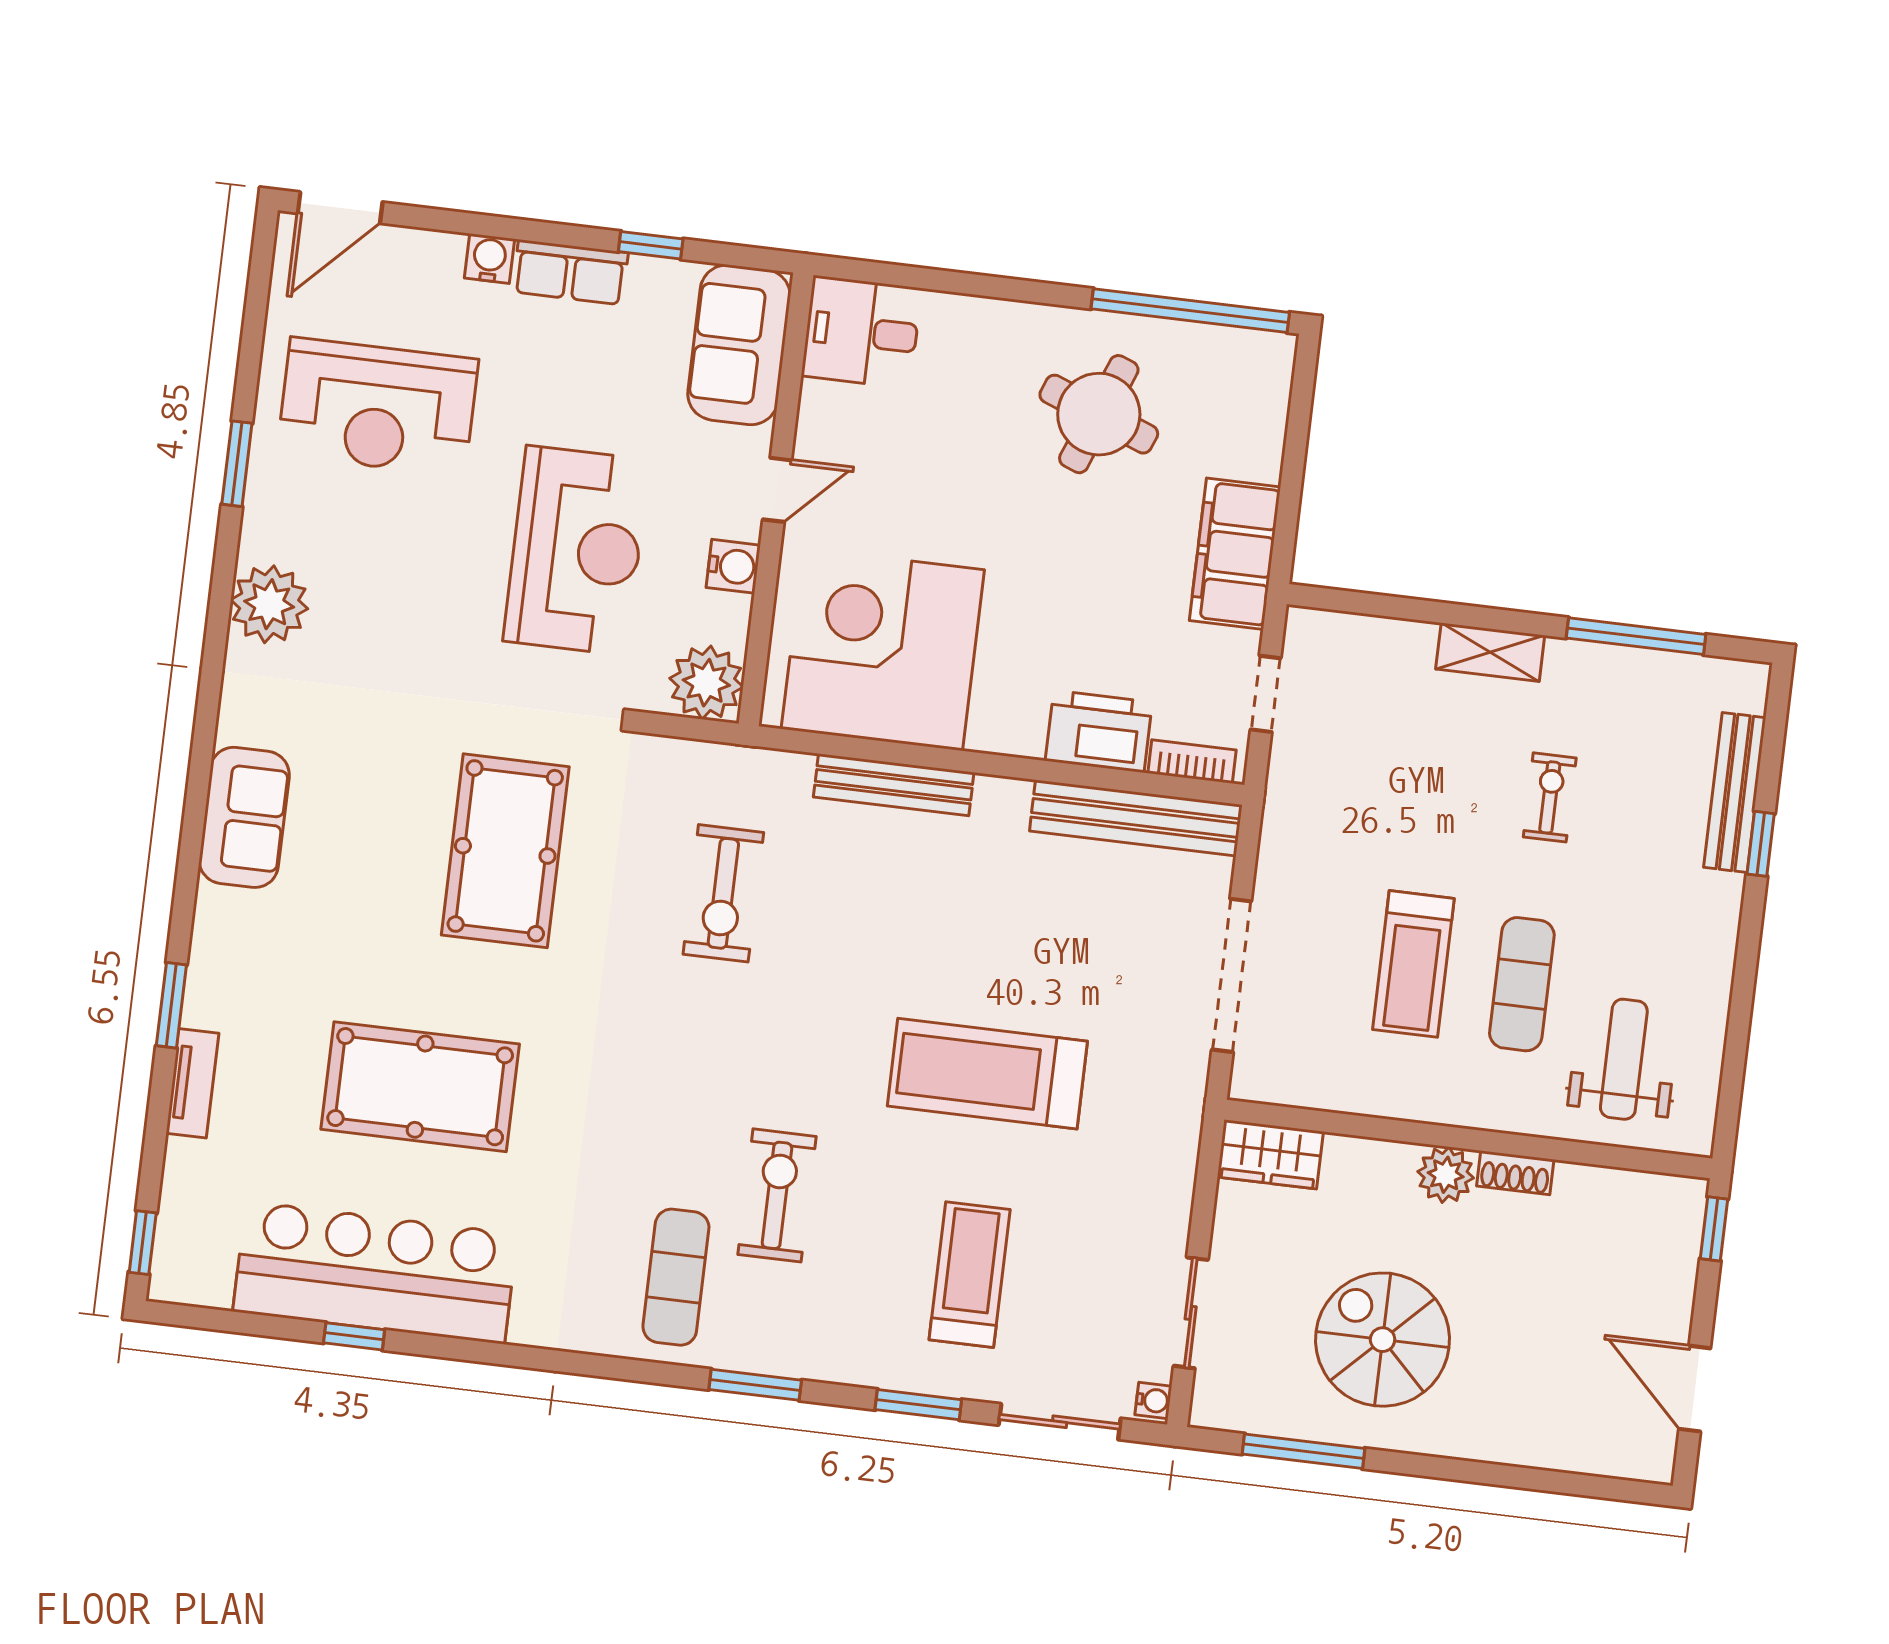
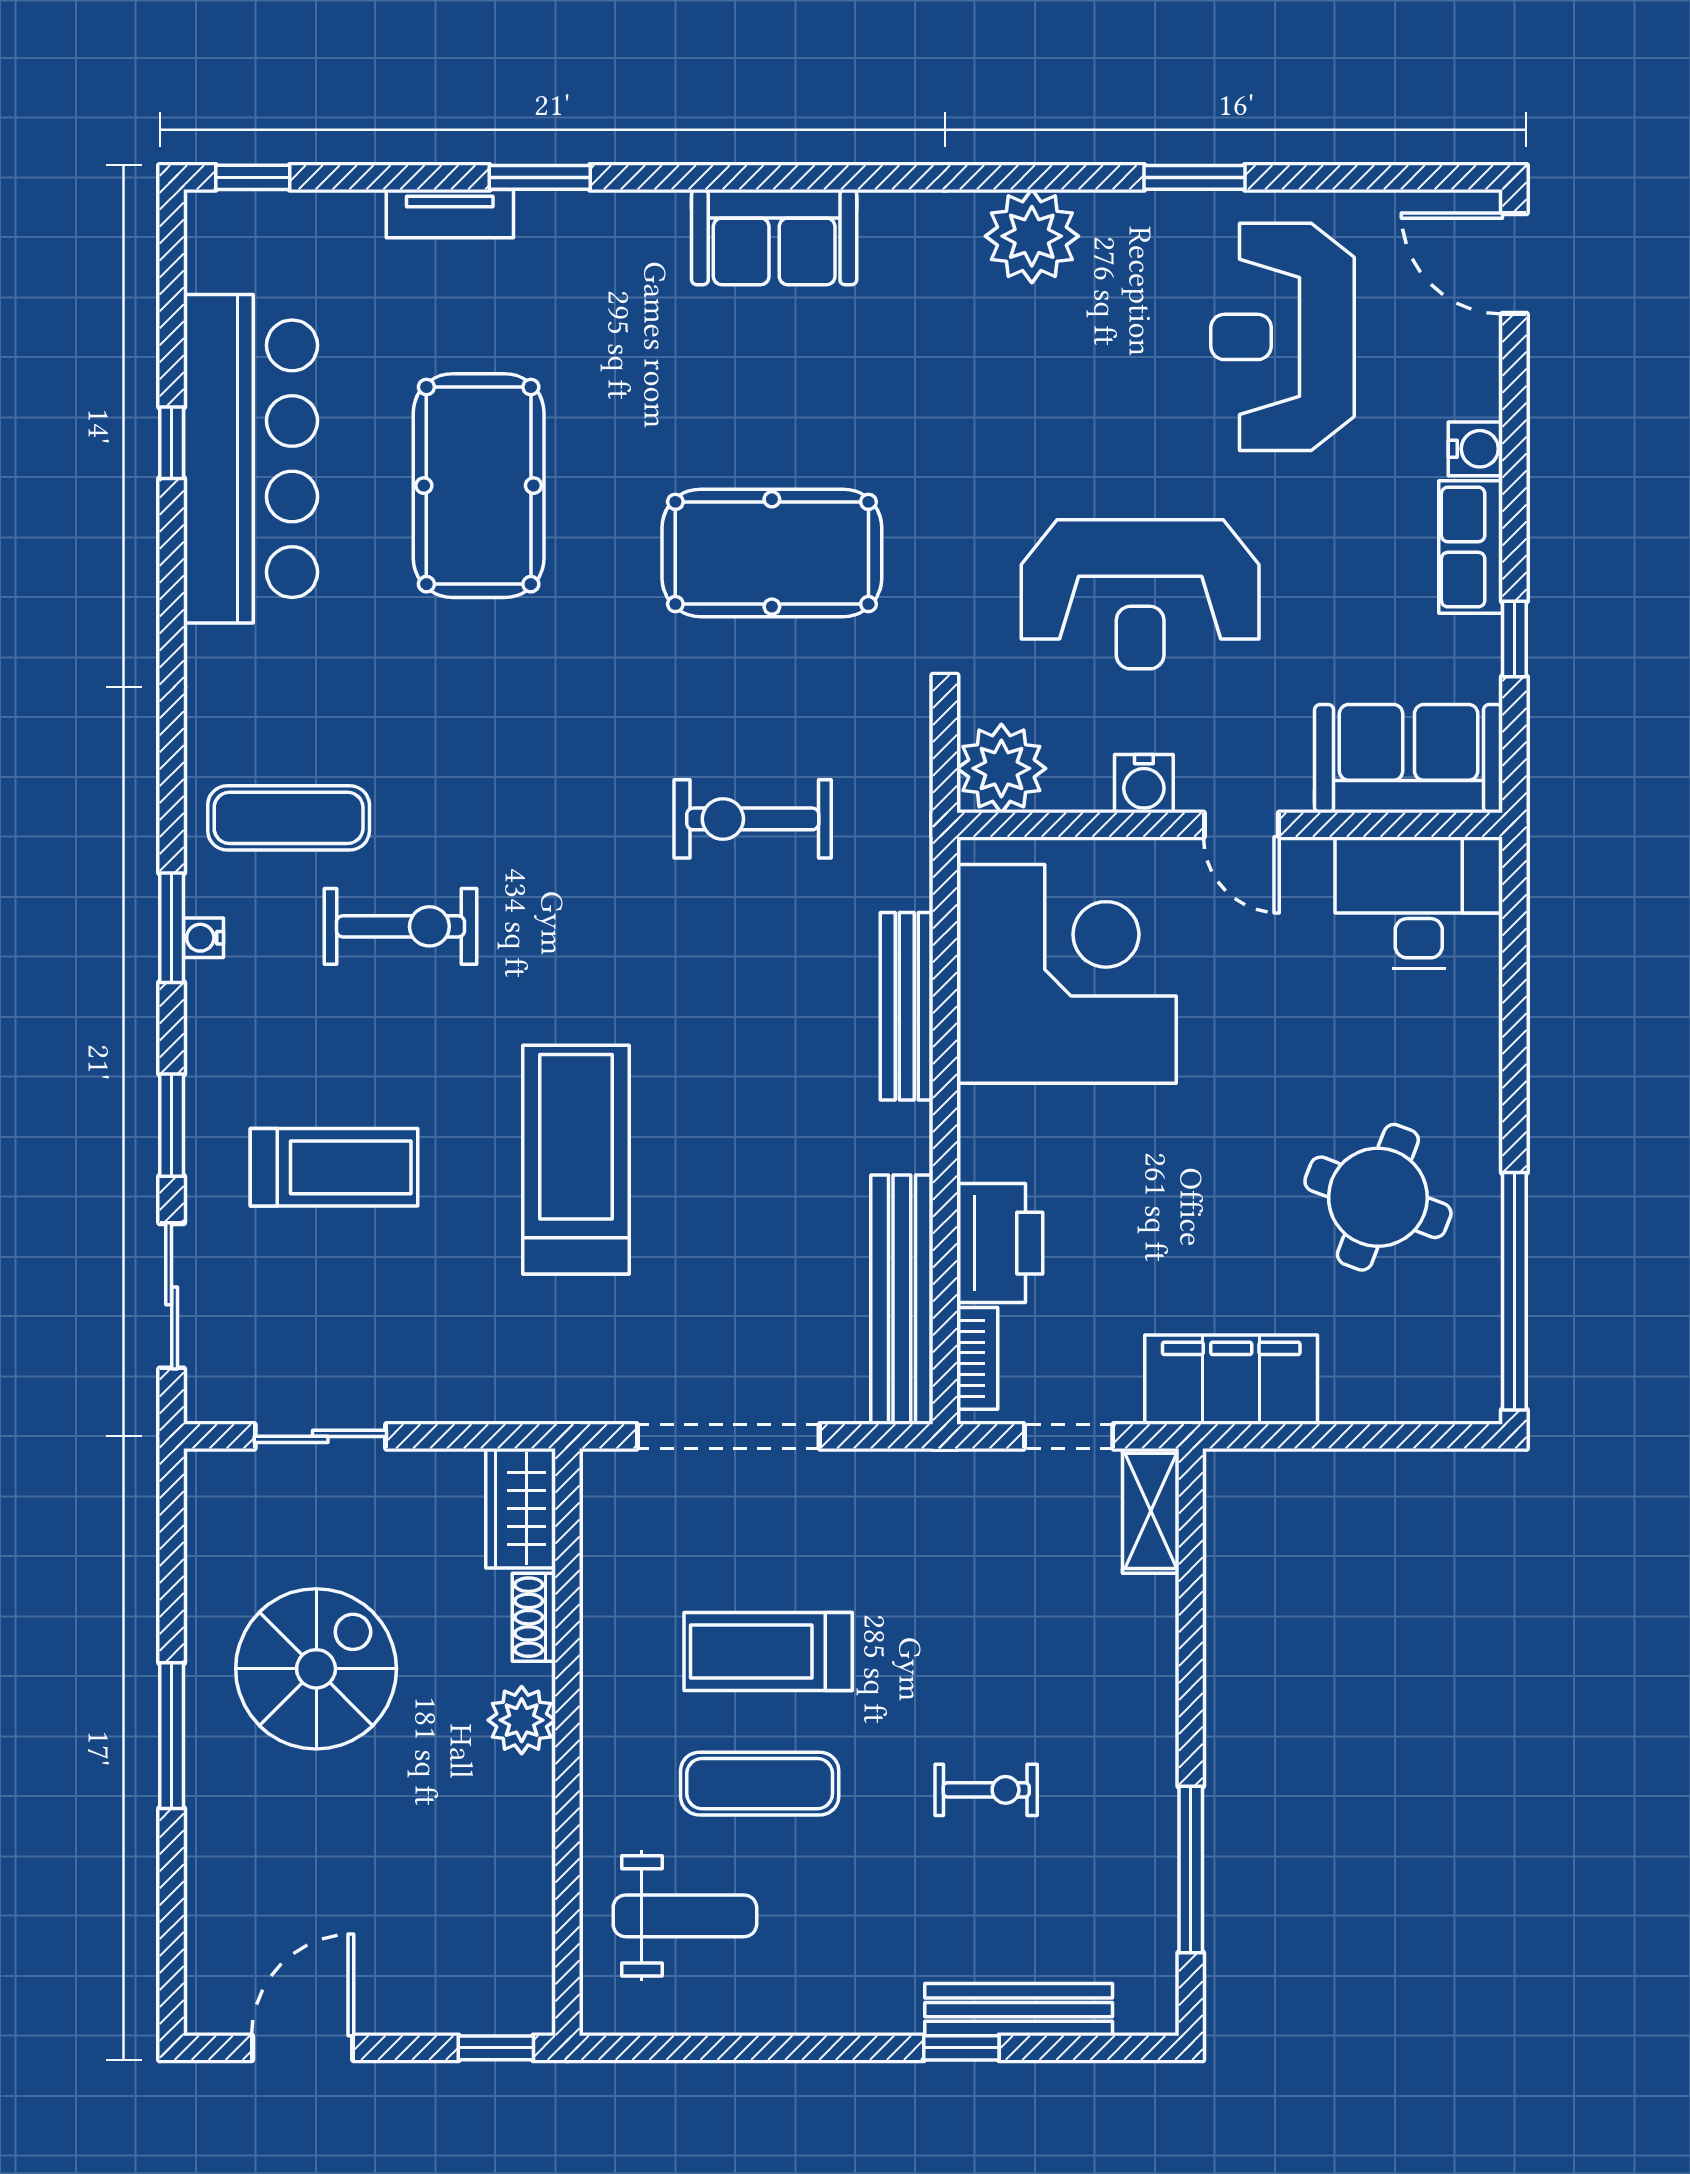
desk: (861, 332) -> (1419, 903), width x1.37
shelving: (1490, 652) -> (1151, 1511), moved
shoe rack: (1515, 1173) -> (534, 1617), moved
water cooler: (1153, 1400) -> (203, 938), moved, turned 90
window: (1303, 1451) -> (172, 1736), moved

